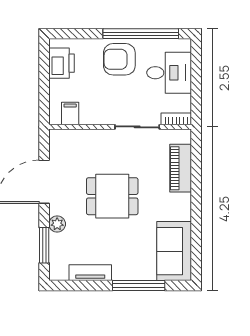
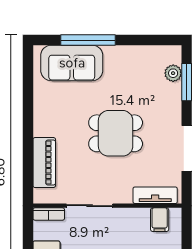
plant: (57, 224) -> (173, 73), moved
sofa: (174, 251) -> (72, 63), moved, turned 90
tv unit: (90, 273) -> (155, 195), moved, turned 180

